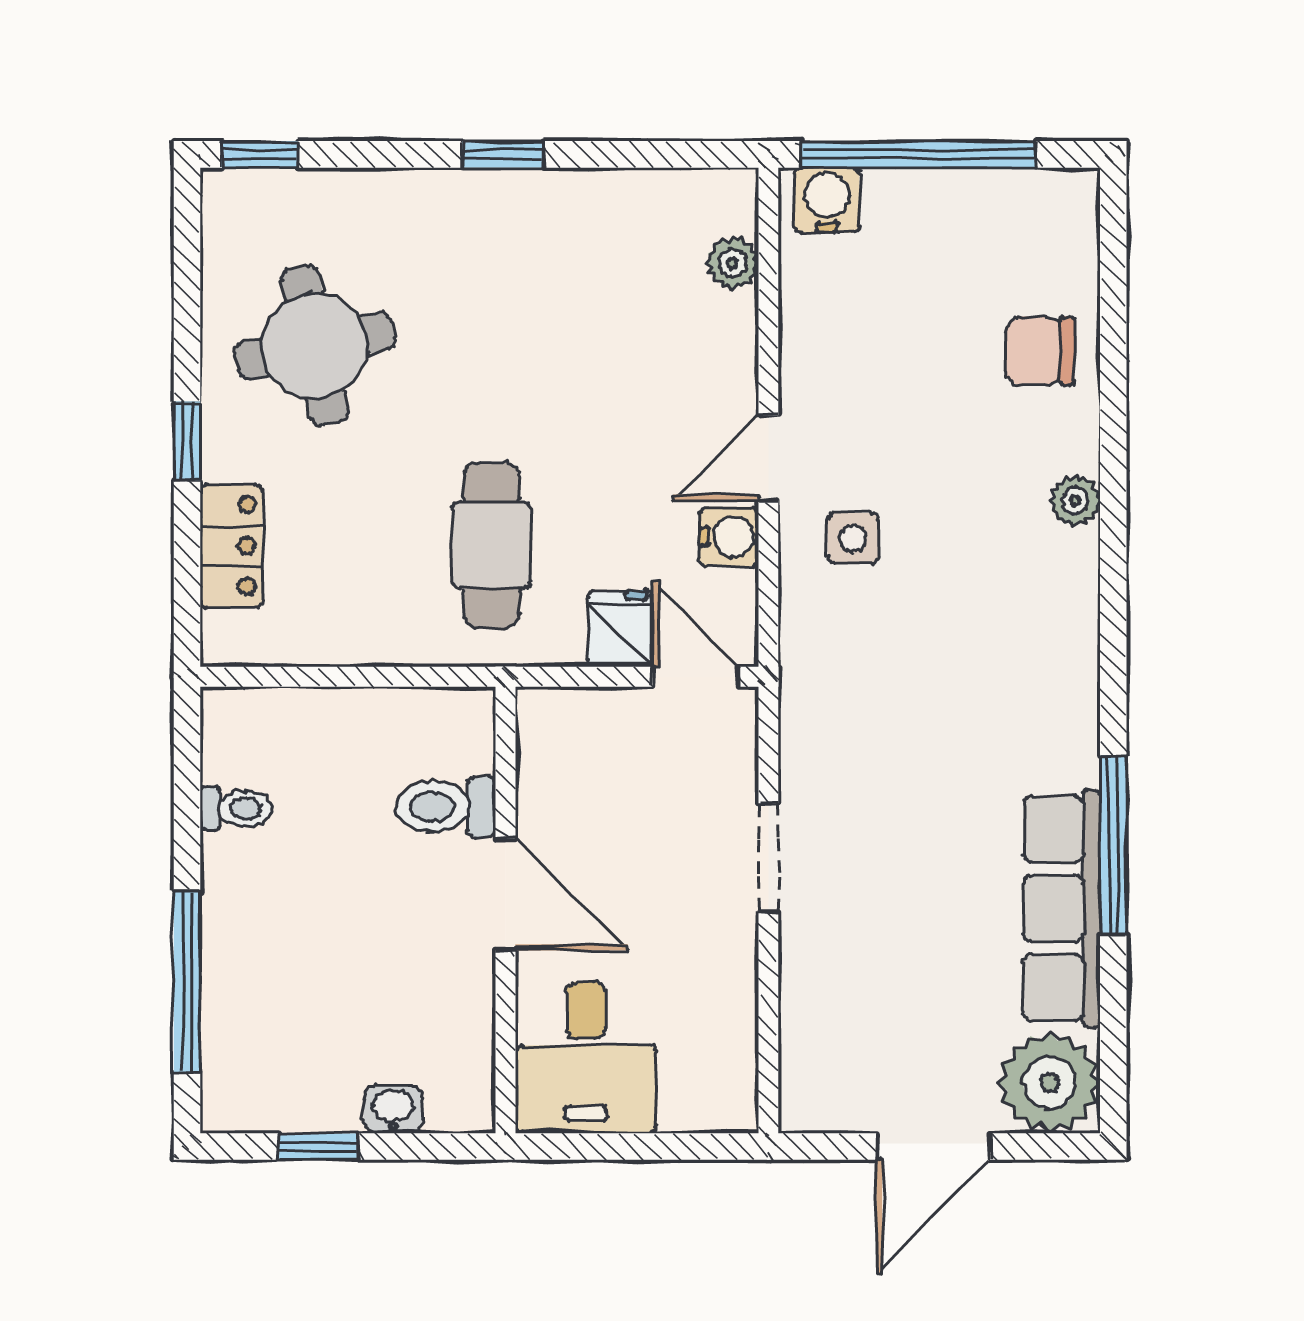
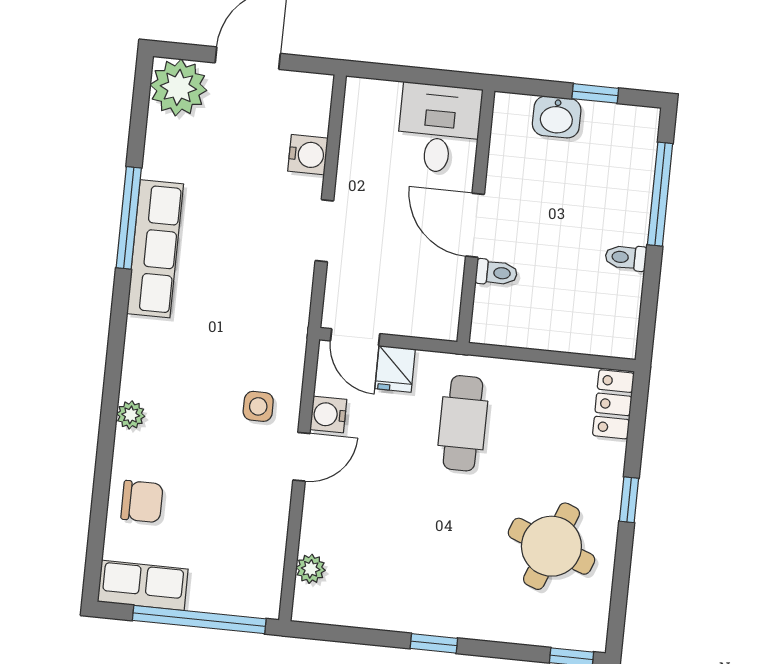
water cooler: (827, 200) -> (308, 155), moved, turned -90
row of seats: (1023, 204) -> (143, 585), added
round table: (314, 346) -> (551, 546), turned 33
locker: (231, 546) -> (613, 404), moved
toilet: (446, 807) -> (496, 273), width x0.73, depth x0.72
toilet: (236, 809) -> (626, 257), moved
row of seats: (1062, 908) -> (155, 249), moved
washbasin: (393, 1109) -> (557, 117), width x1.38, depth x1.45

